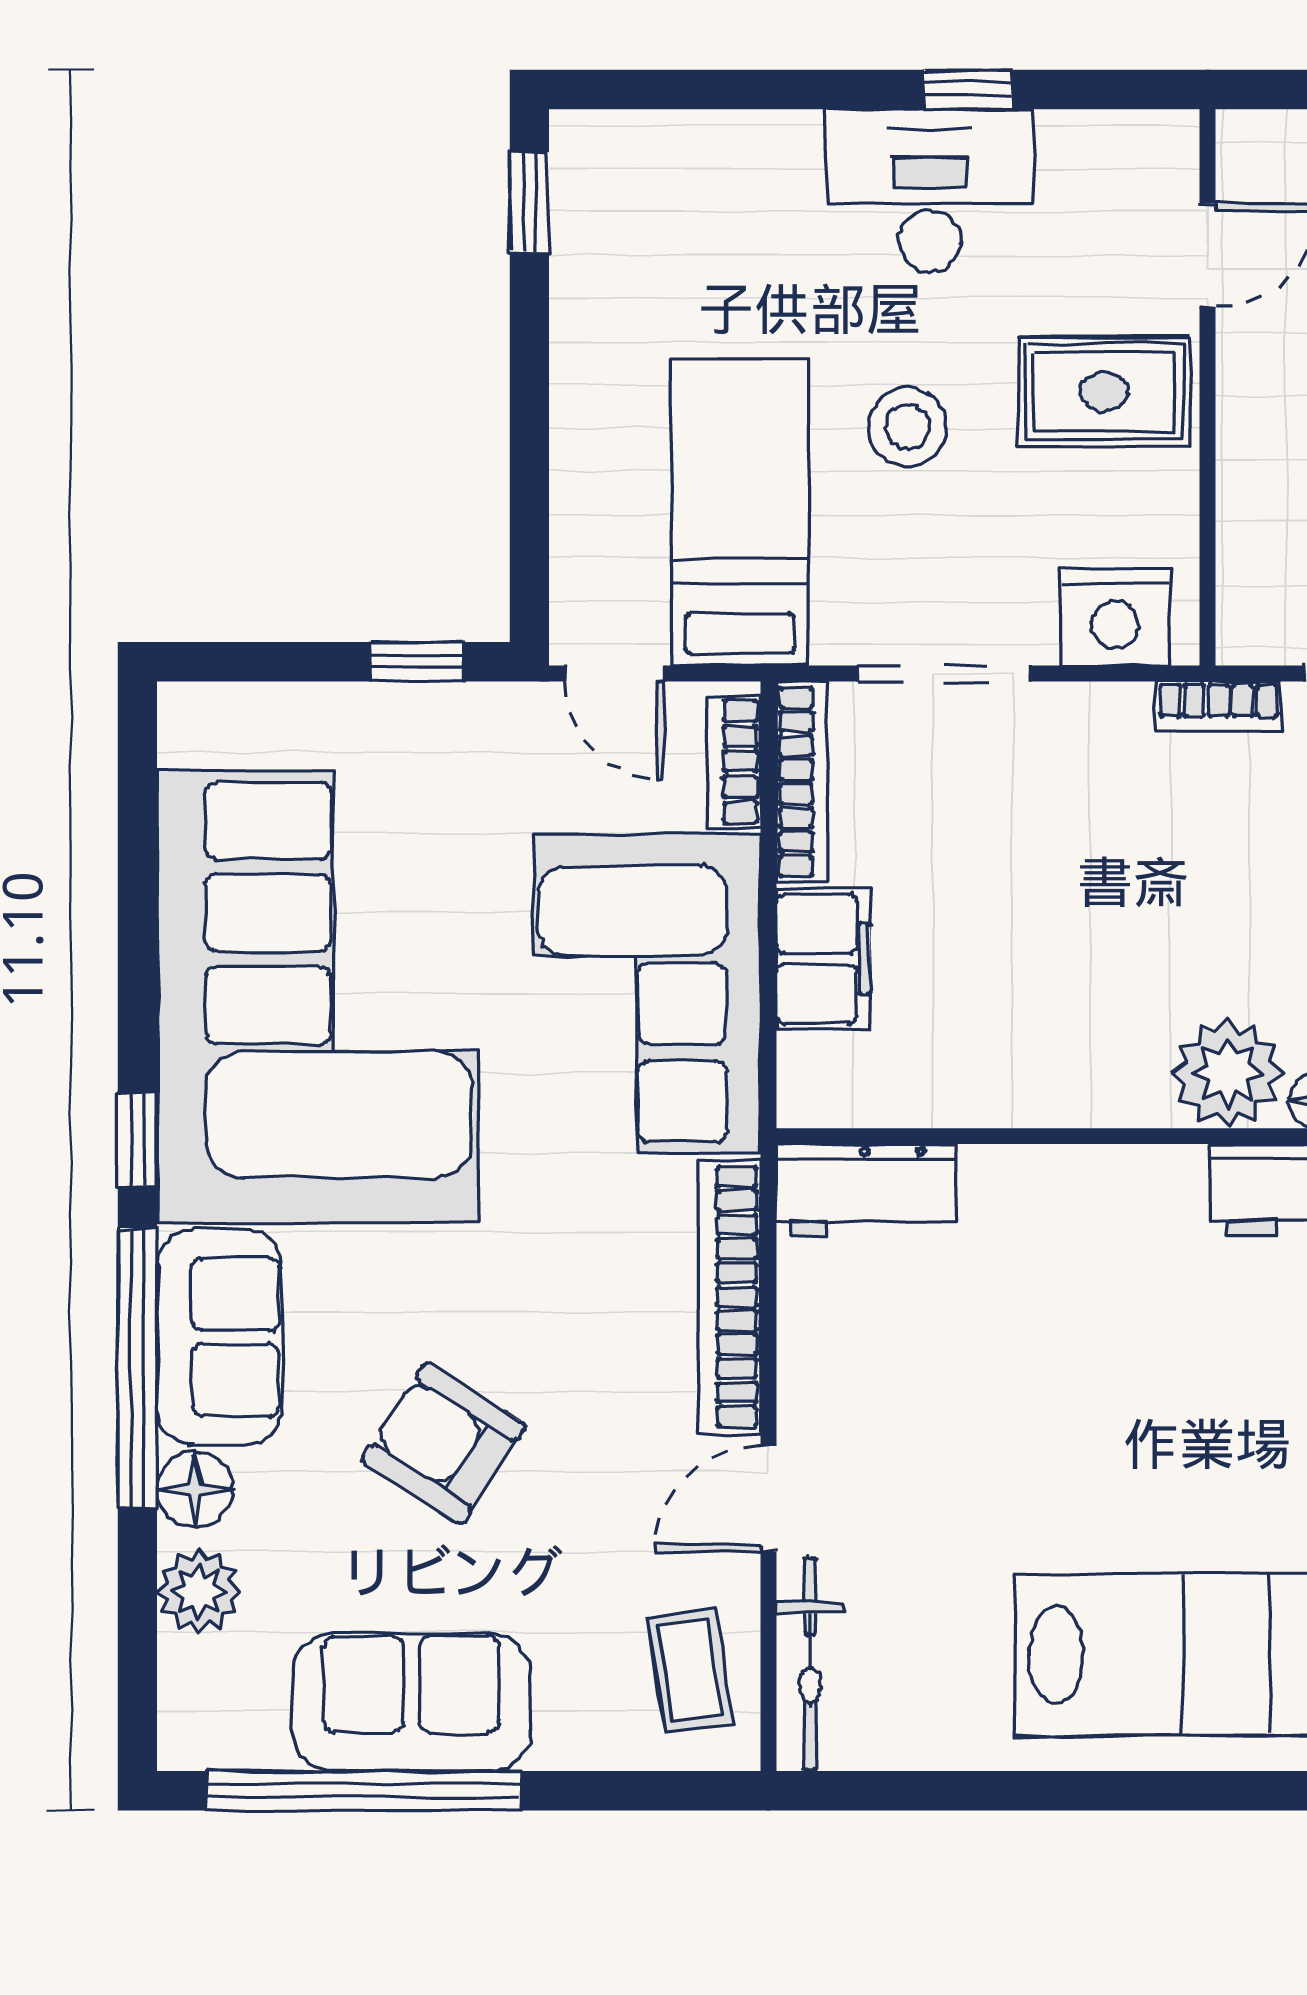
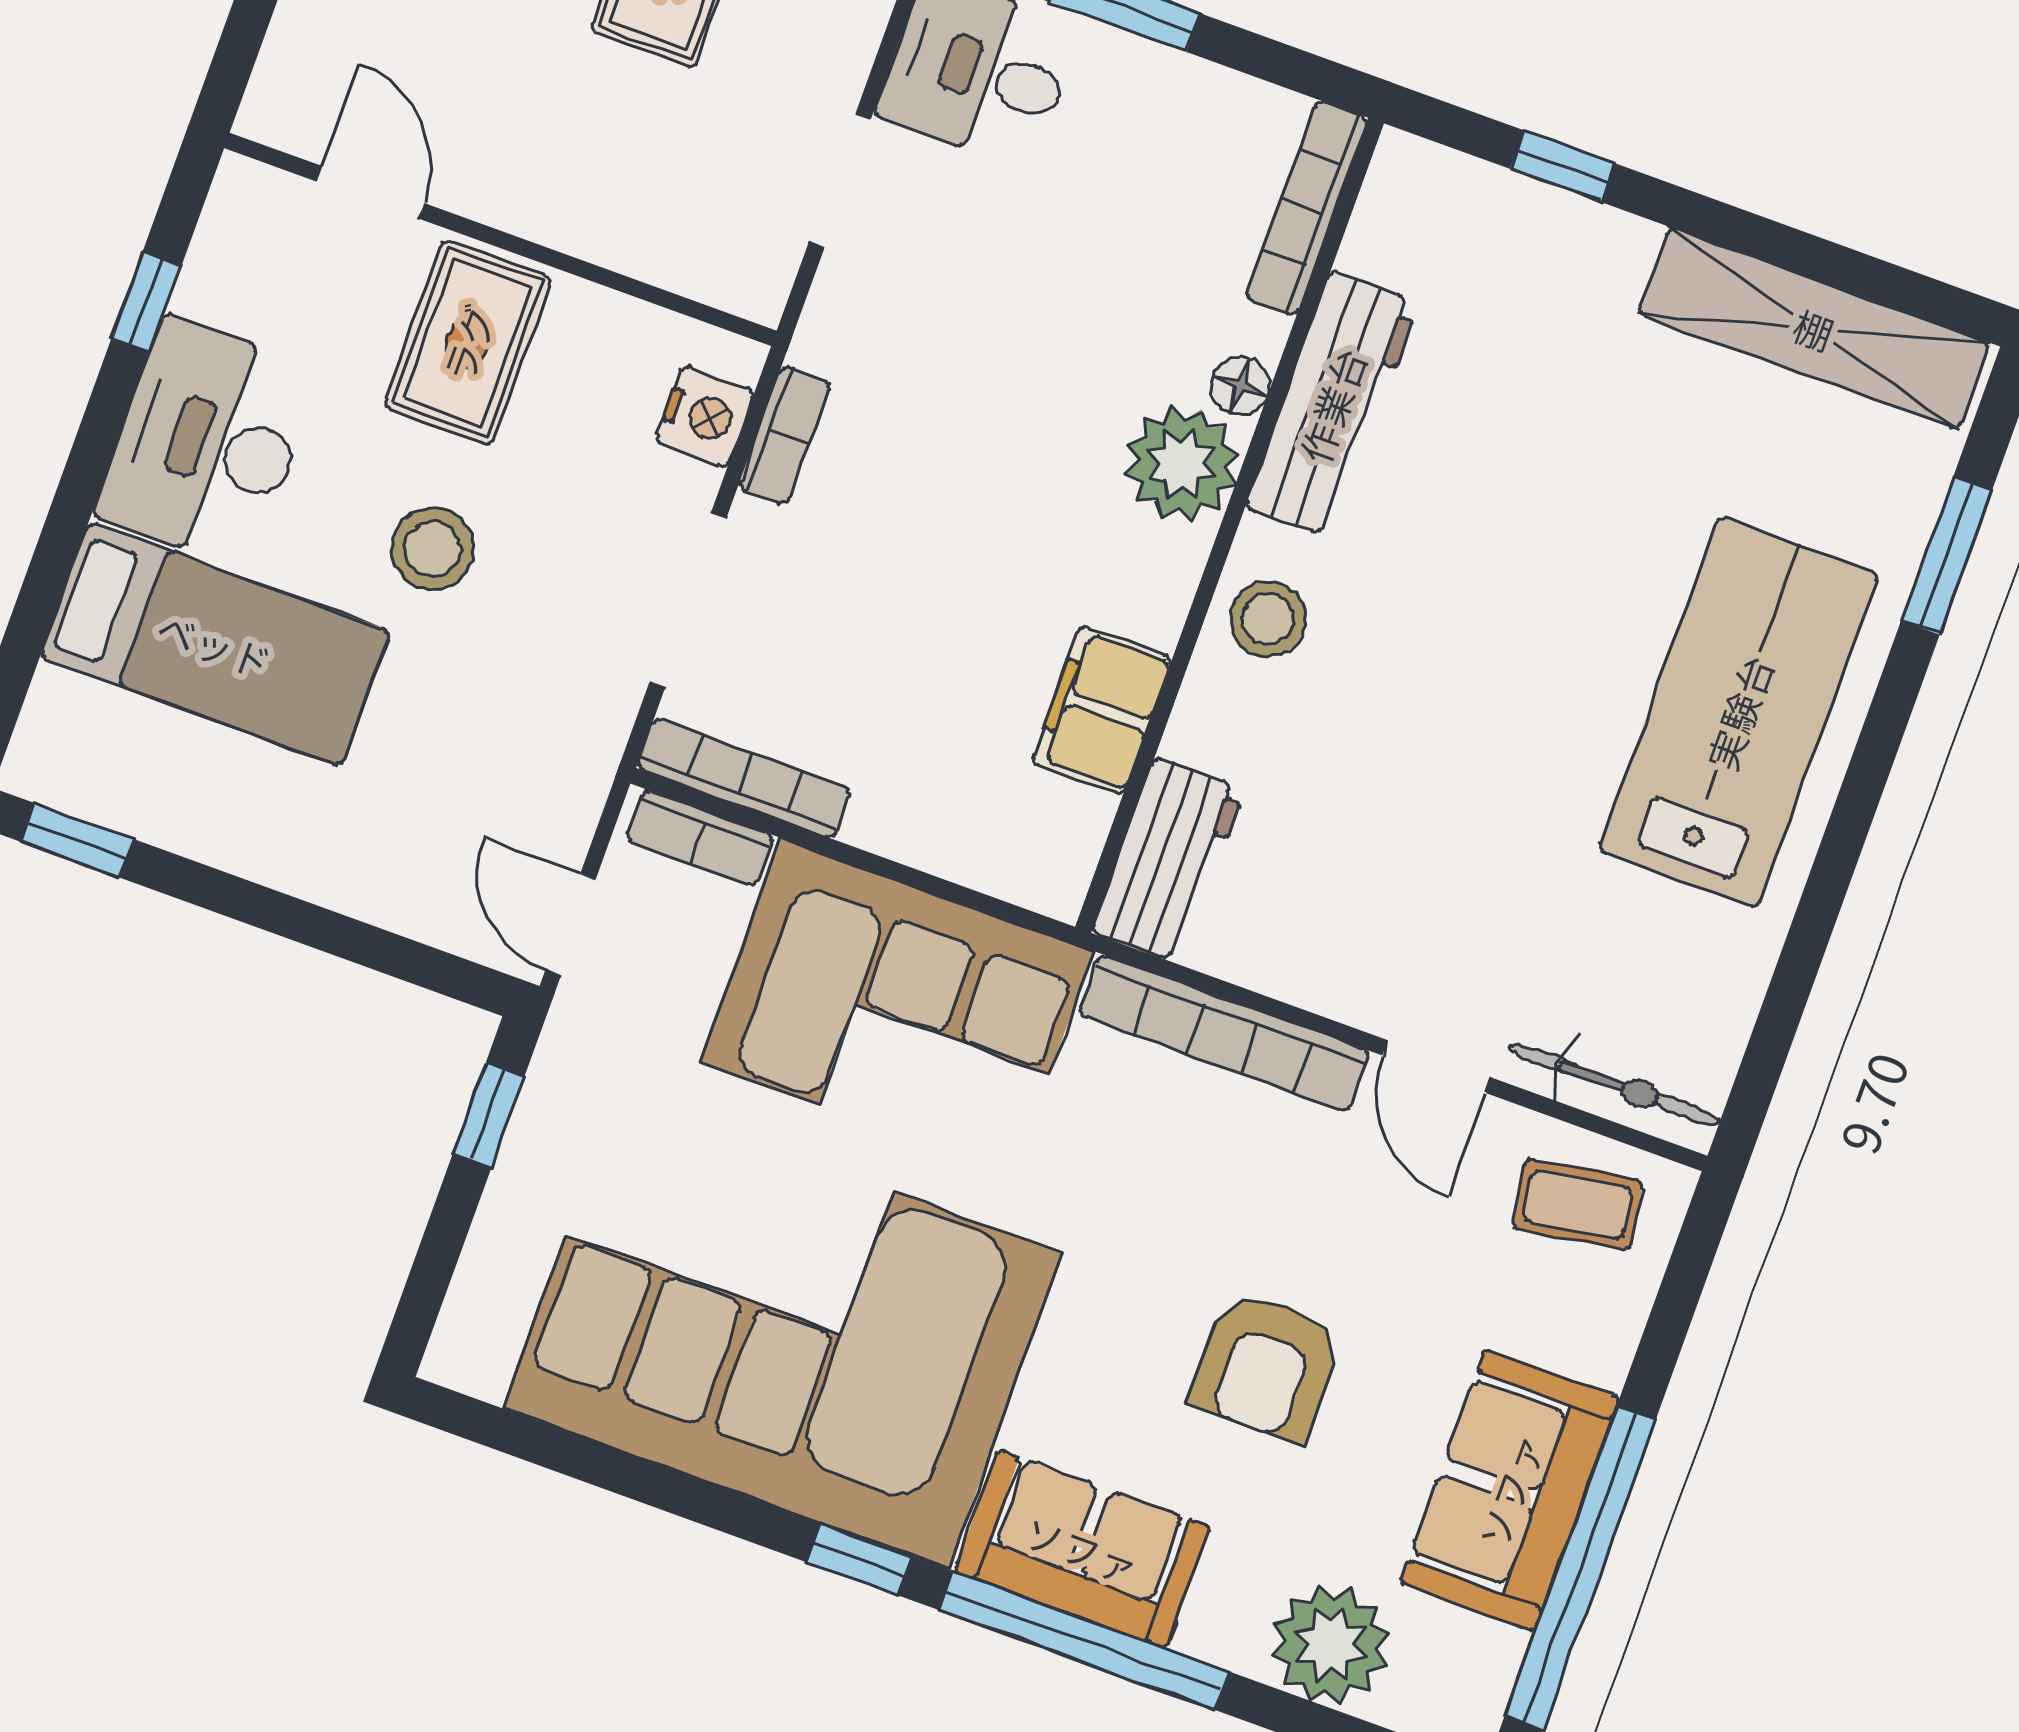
window: (968, 89) -> (146, 302), moved
bed: (740, 512) -> (215, 644), moved, turned 180
nightstand: (1115, 617) -> (705, 417), width x0.74, depth x0.75
door: (615, 674) -> (571, 924), swing flipped
bookcase: (1218, 707) -> (784, 435), moved
filing cabinet: (823, 959) -> (1102, 710), moved, turned -90
stool: (1116, 1201) -> (1268, 619), added
armchair: (444, 1443) -> (1266, 1366), turned -33
floor lamp: (195, 1490) -> (1224, 1627), removed
plant: (199, 1591) -> (1330, 1644), width x1.36, depth x1.36

